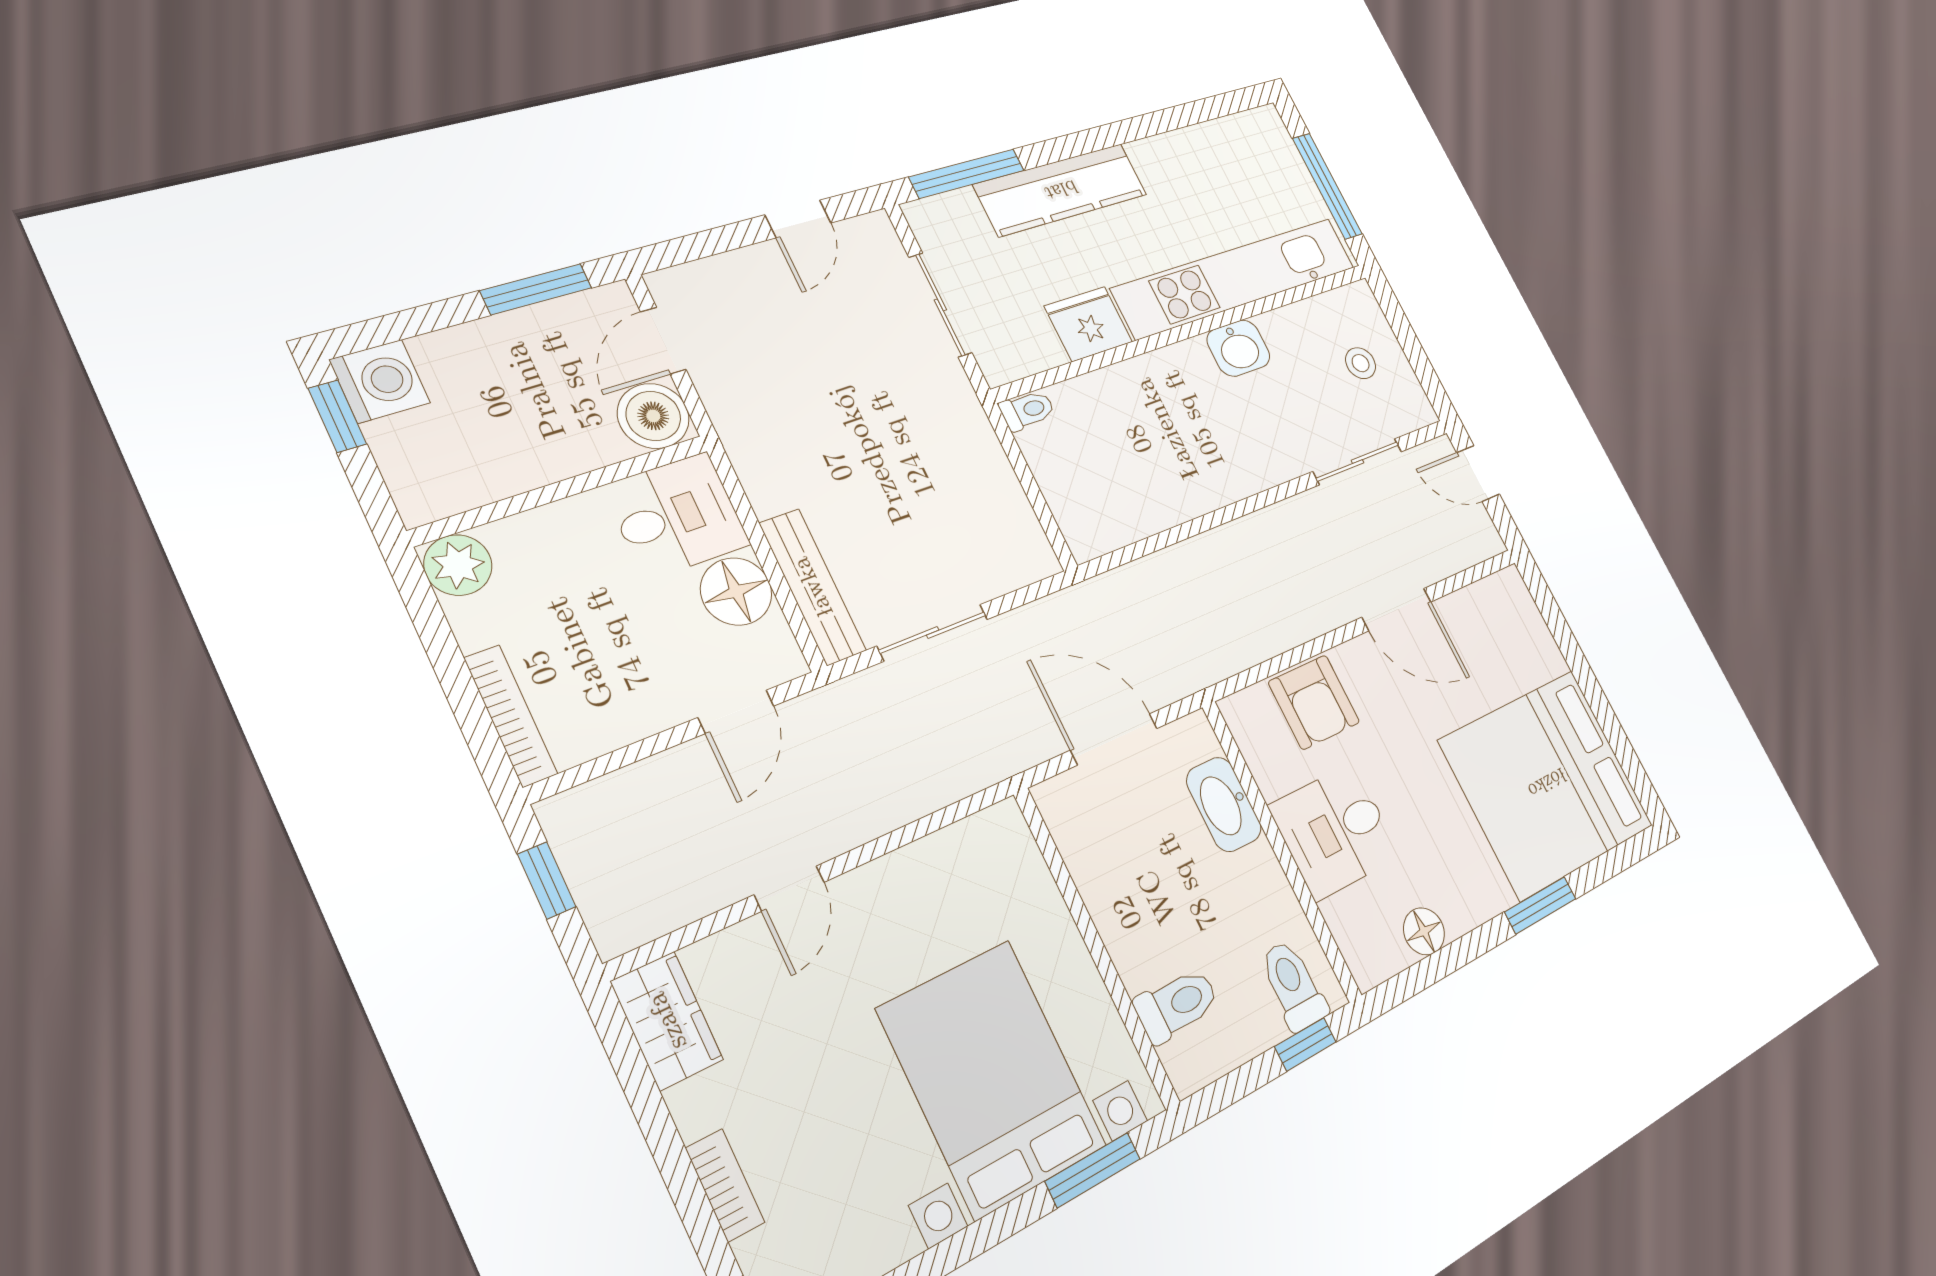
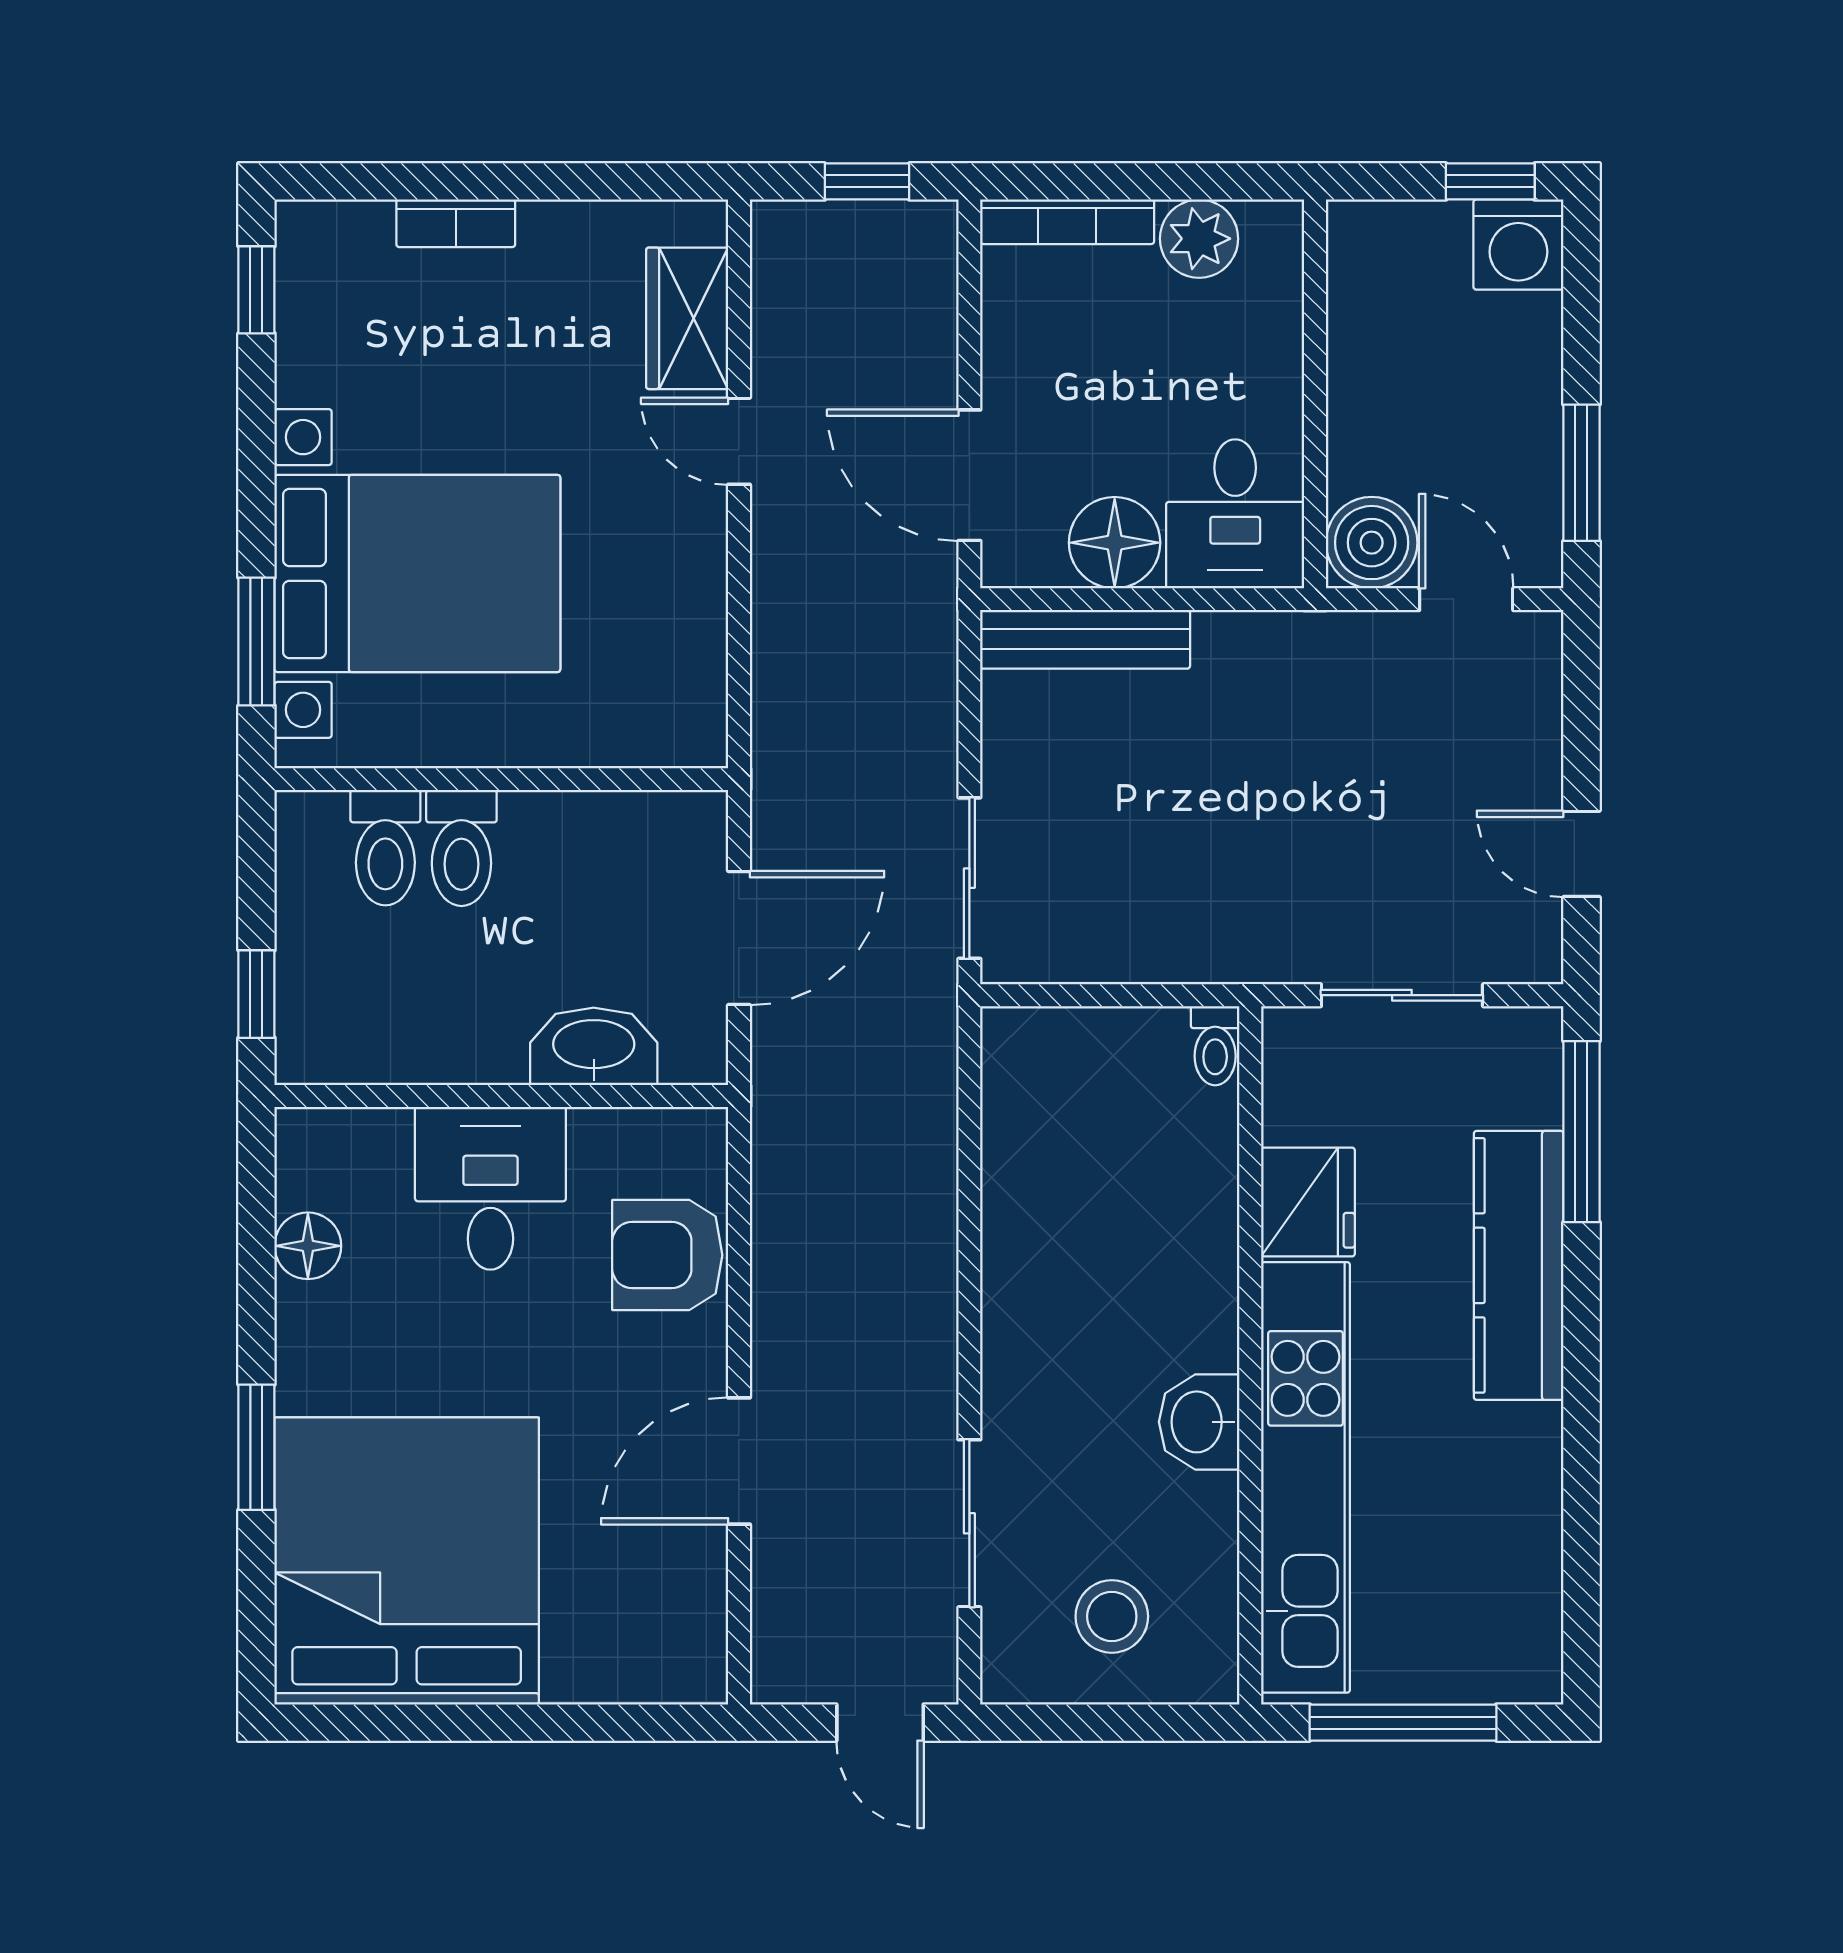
stool: (1361, 363) -> (1112, 1616), width x1.37, depth x1.37
door: (1478, 473) -> (880, 1723), swing flipped
plant: (458, 565) -> (1199, 239), moved
sliding door: (933, 633) -> (969, 878), moved
door: (736, 712) -> (969, 475), width x1.38
toilet: (1293, 985) -> (461, 848), moved, turned 90
wardrobe: (667, 1021) -> (687, 318), moved, turned 90

